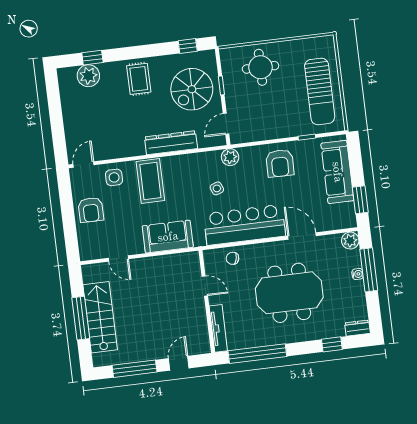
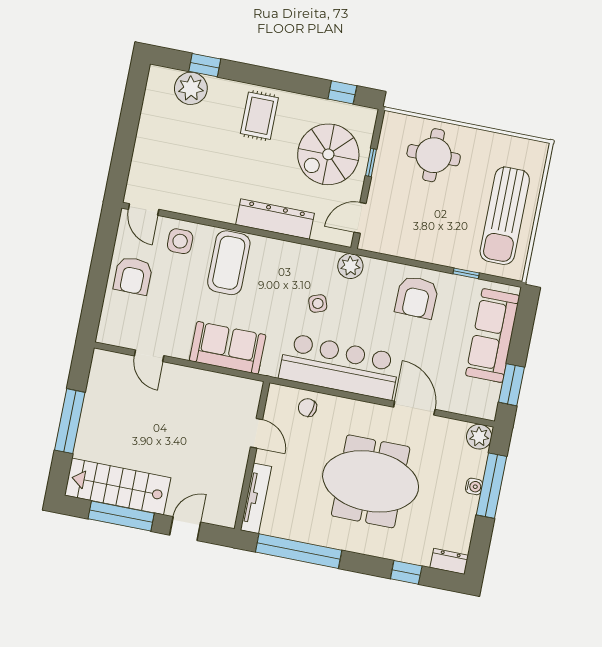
door: (84, 165) -> (144, 209), swing flipped
stairs: (100, 317) -> (118, 486), moved, turned -90

